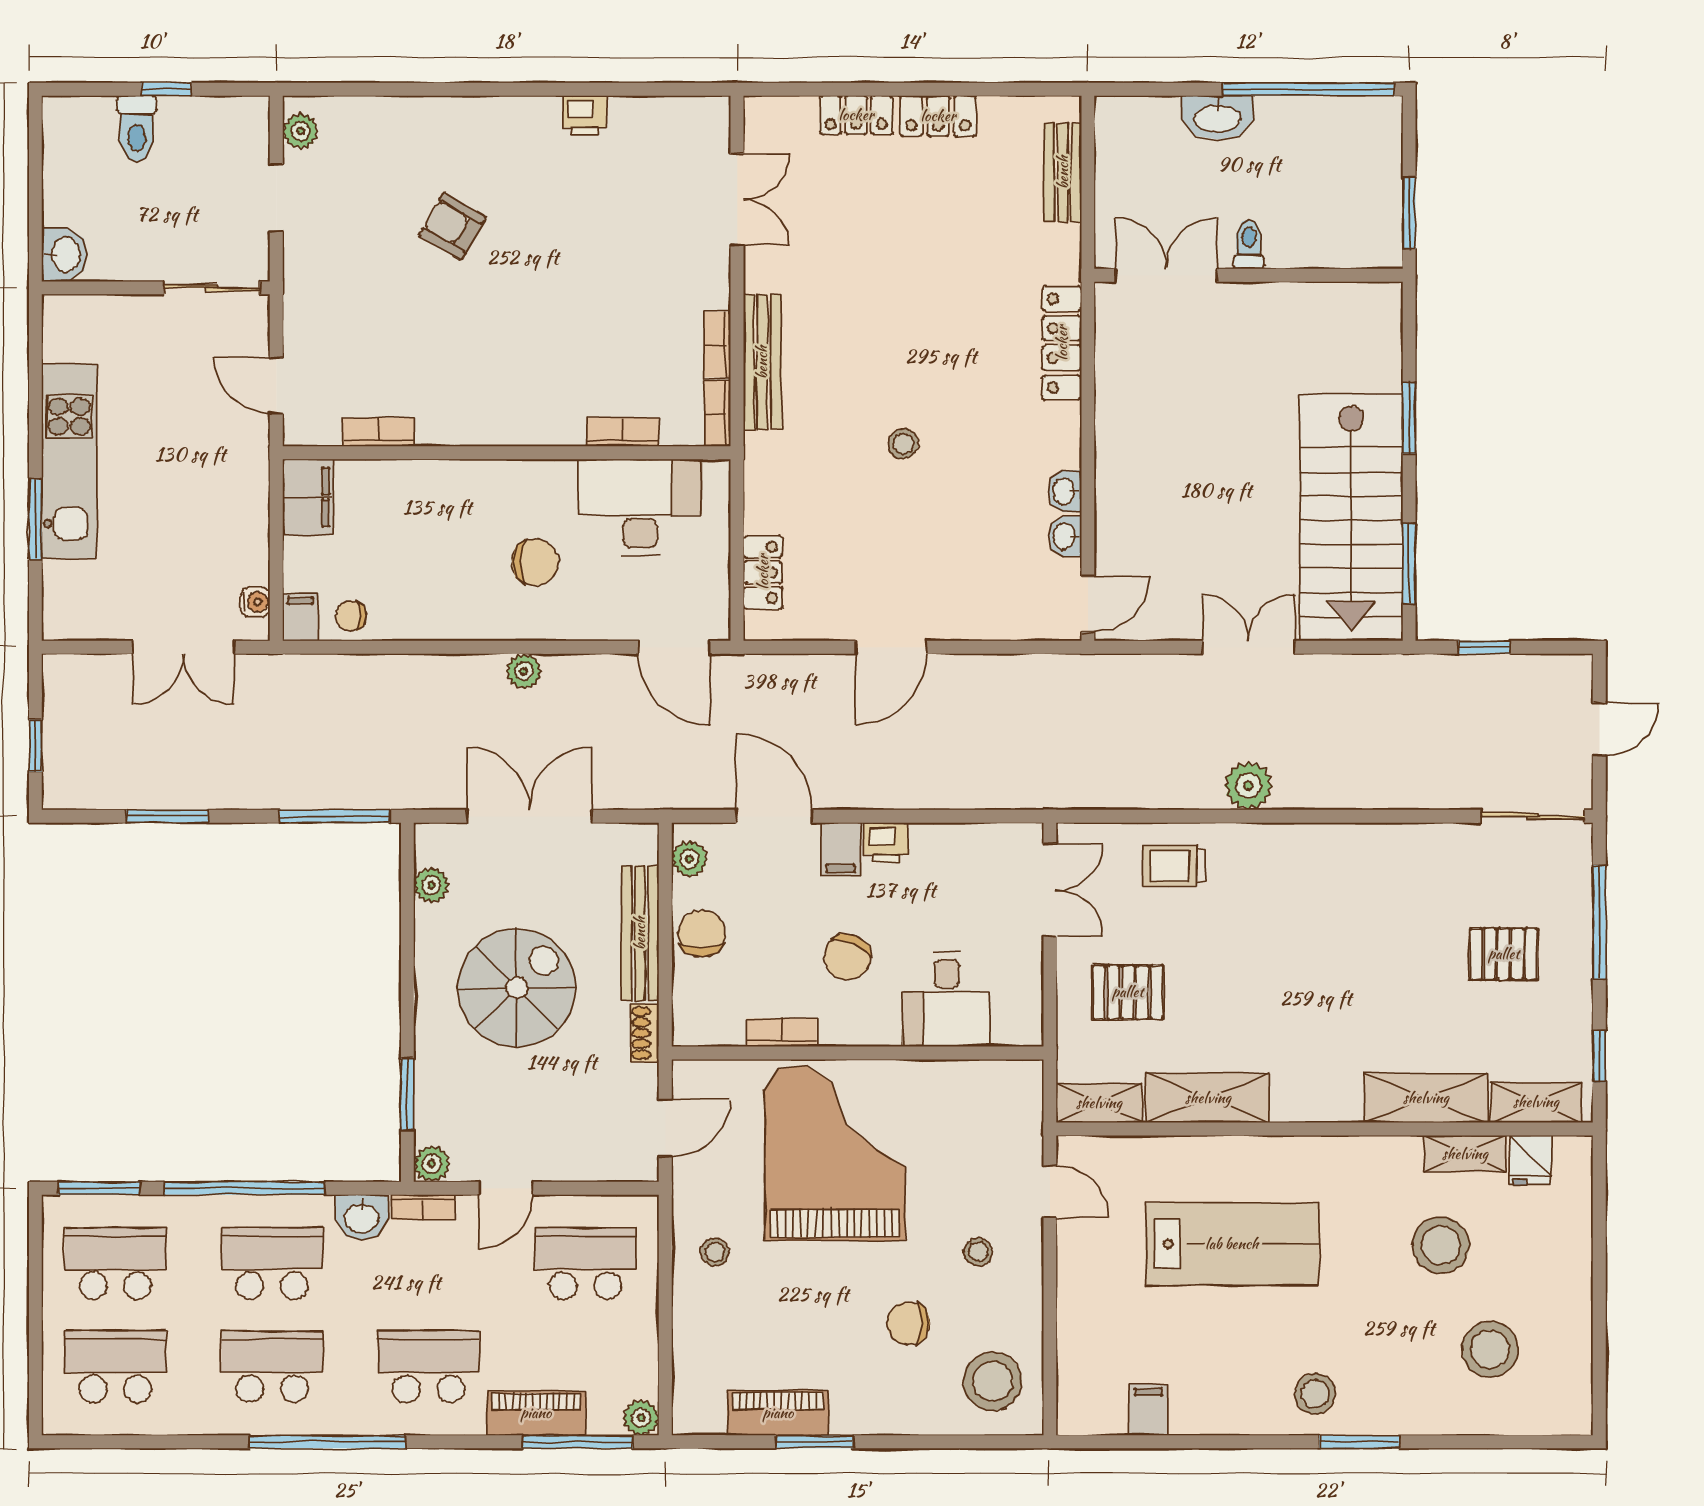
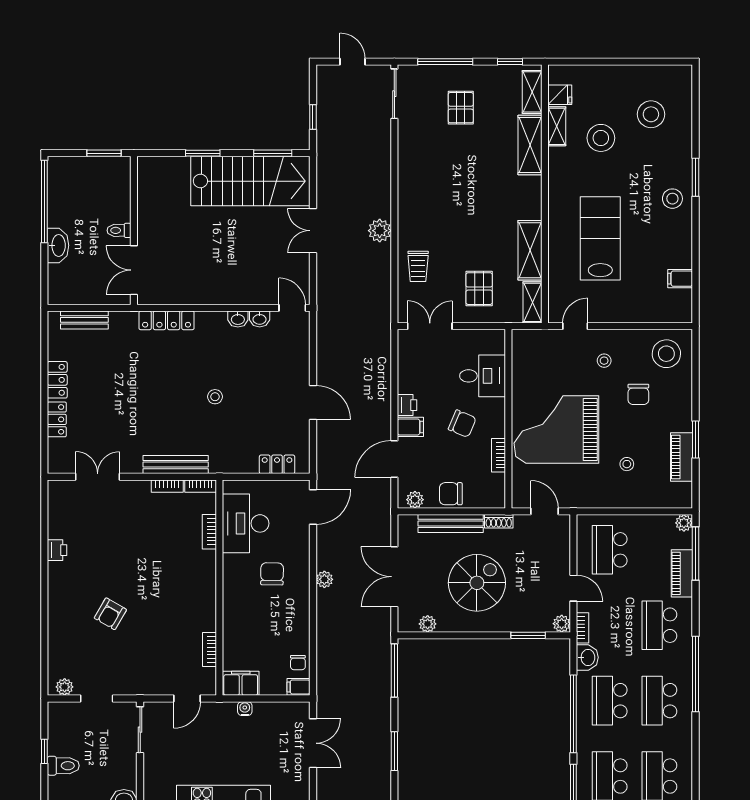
water cooler: (255, 602) -> (245, 709), moved
spiral stairs: (517, 988) -> (477, 583), turned 90
stool: (715, 1252) -> (627, 464), moved

